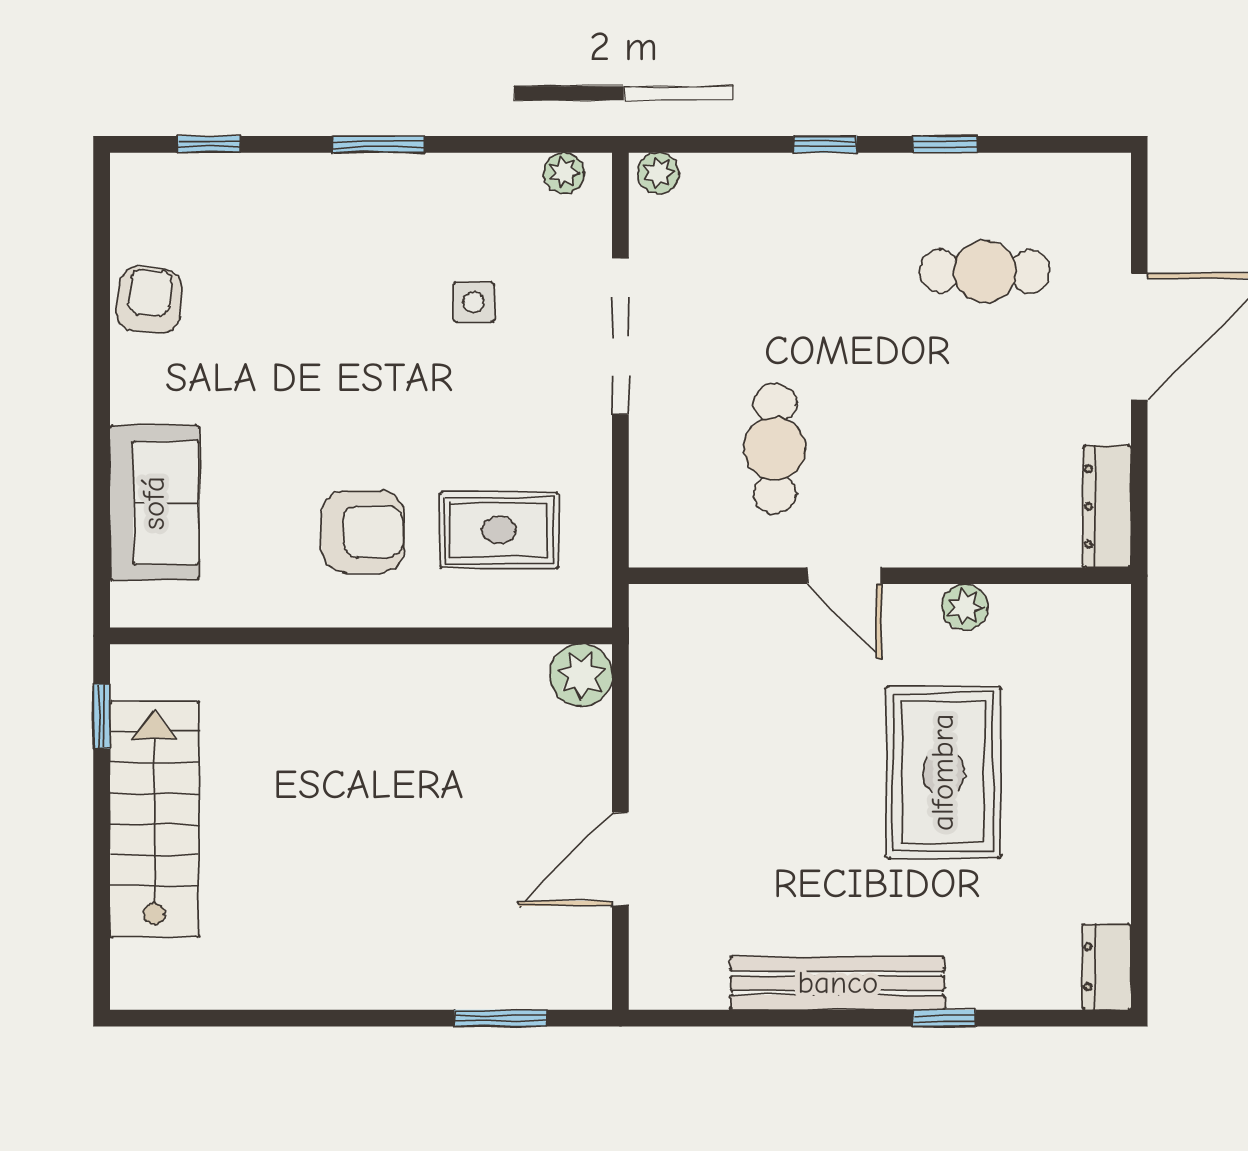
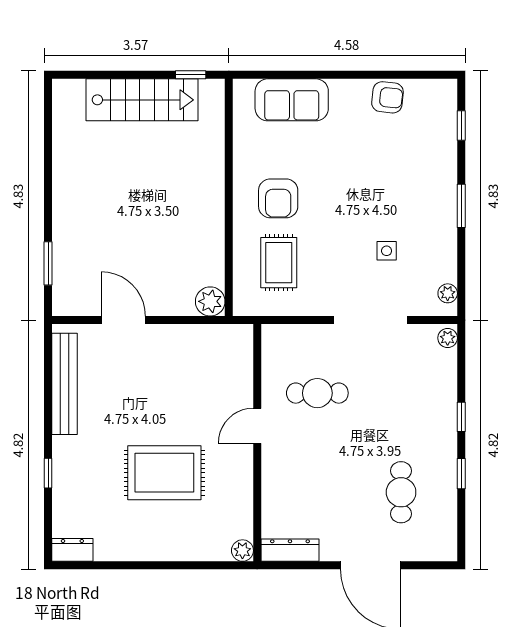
plant: (965, 607) -> (242, 551), moved
bench: (838, 983) -> (65, 384), moved

